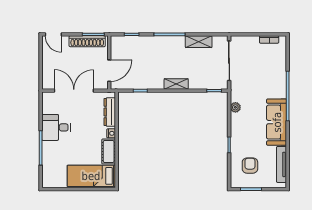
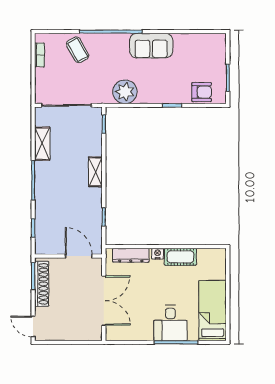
door: (53, 34) -> (33, 326), swing flipped
coffee table: (273, 70) -> (78, 50), added
double door: (74, 91) -> (104, 301), swing flipped
plant: (235, 107) -> (125, 92), width x1.88, depth x1.88
sofa: (277, 122) -> (151, 46), width x0.73
desk: (56, 127) -> (170, 323), moved
tv unit: (282, 164) -> (197, 39), removed
armchair: (250, 166) -> (202, 92), moved, turned 180
bed: (91, 176) -> (213, 311), moved, turned 180

